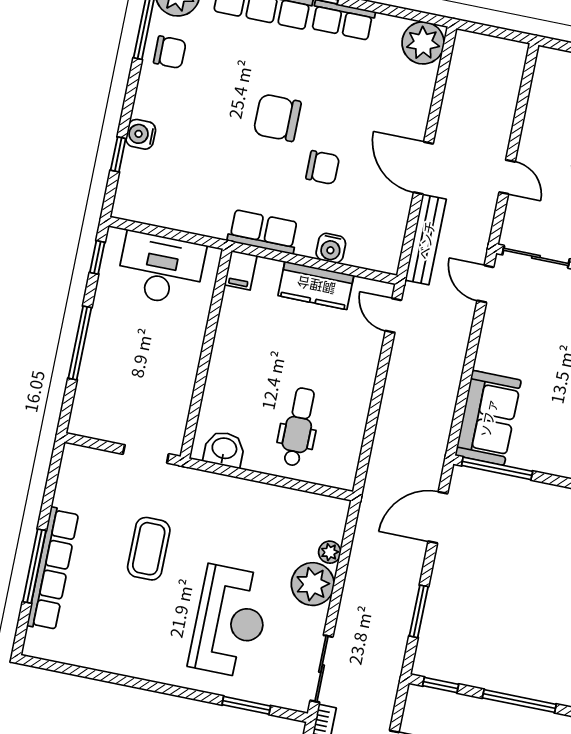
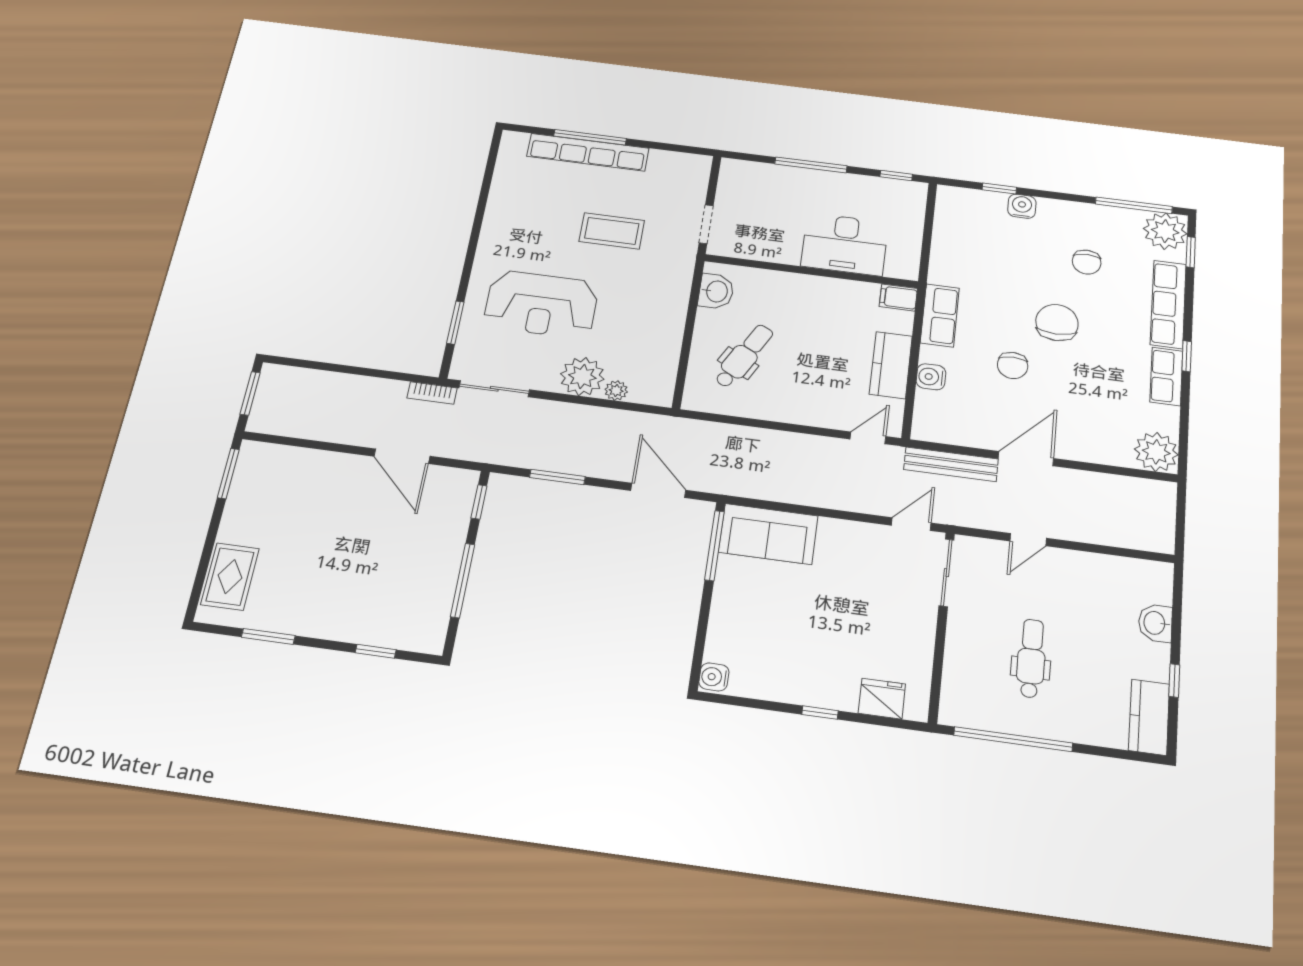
chair: (170, 52) -> (1087, 262), moved
desk: (161, 269) -> (845, 244), moved, turned 90
dental chair: (298, 427) -> (744, 356), turned -62

